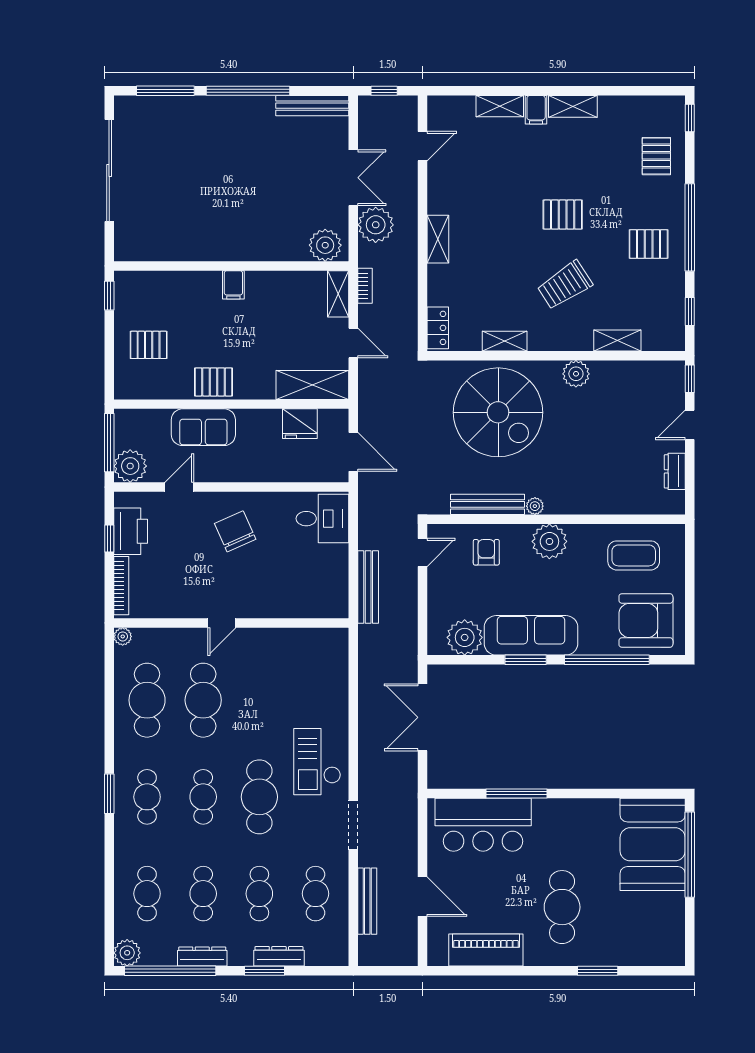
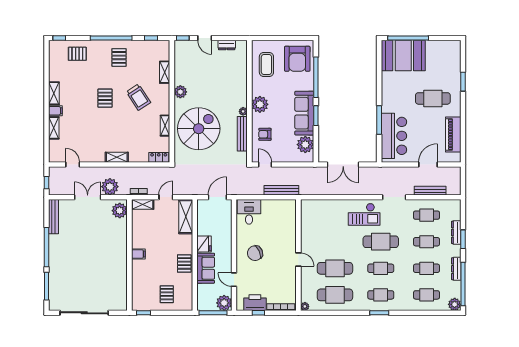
fridge: (300, 424) -> (204, 244), moved

